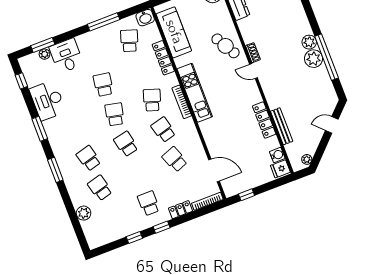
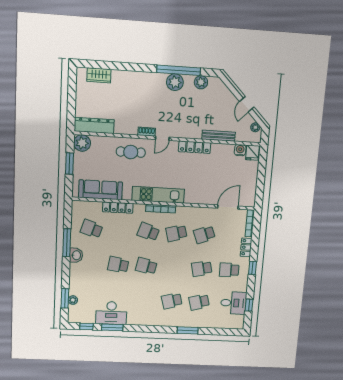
washbasin: (145, 18) -> (76, 255), moved
plant: (309, 42) -> (201, 82), moved
cafe table: (226, 46) -> (131, 152), turned 30
desk: (66, 56) -> (233, 303), moved, turned 180
locker: (264, 120) -> (195, 147), moved
door: (332, 125) -> (247, 104), moved
window: (40, 129) -> (112, 327), moved
school desk: (126, 144) -> (202, 269), moved
window: (55, 170) -> (188, 330), moved
window: (246, 195) -> (260, 190), removed
plant: (84, 213) -> (213, 322), removed
window: (134, 237) -> (249, 305), moved

